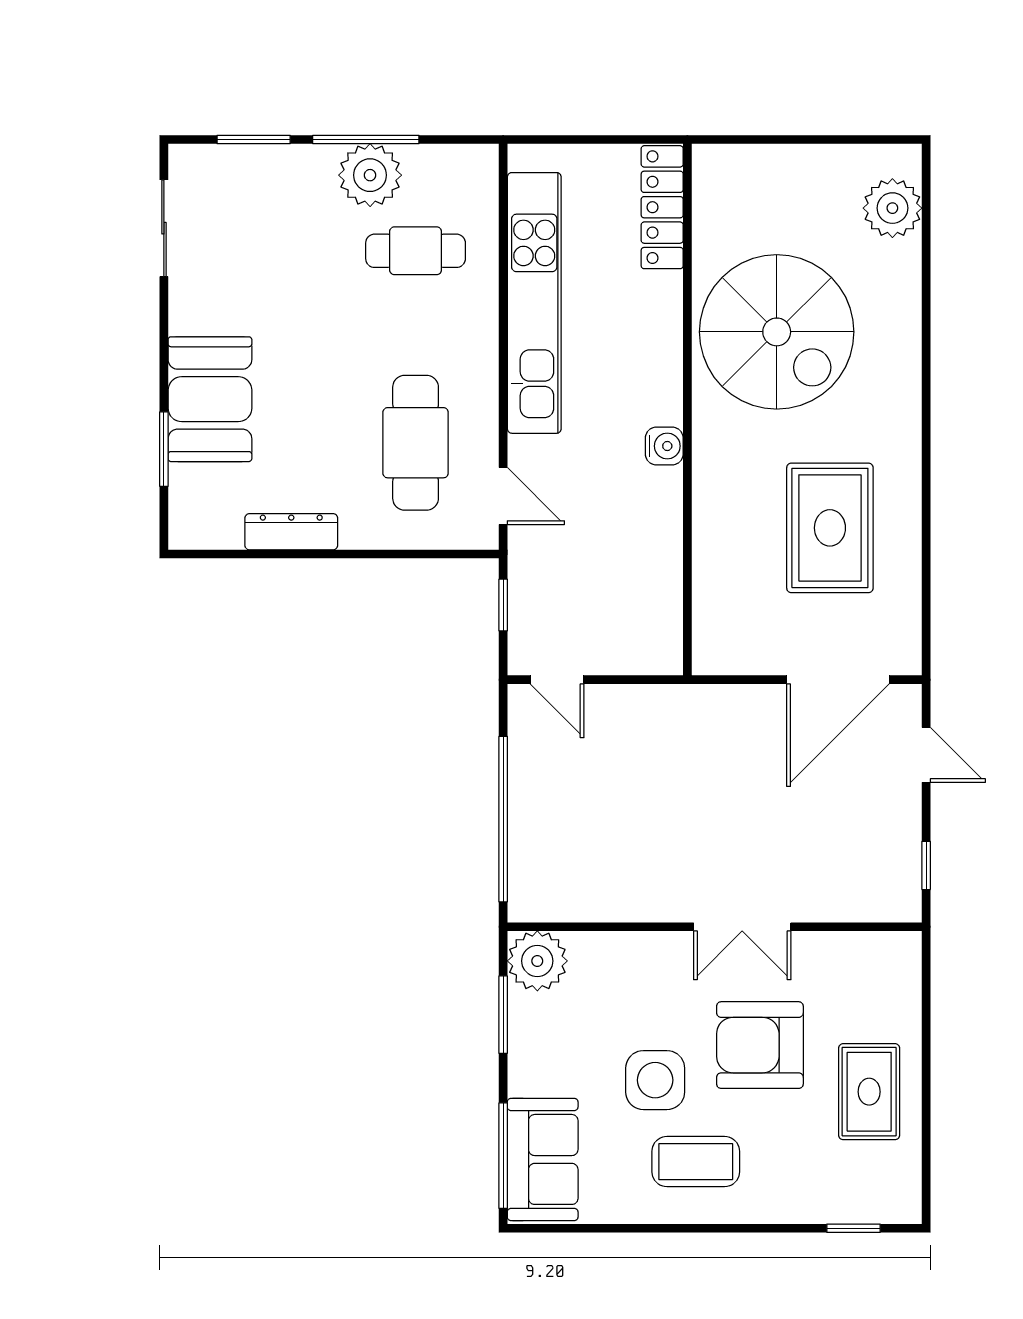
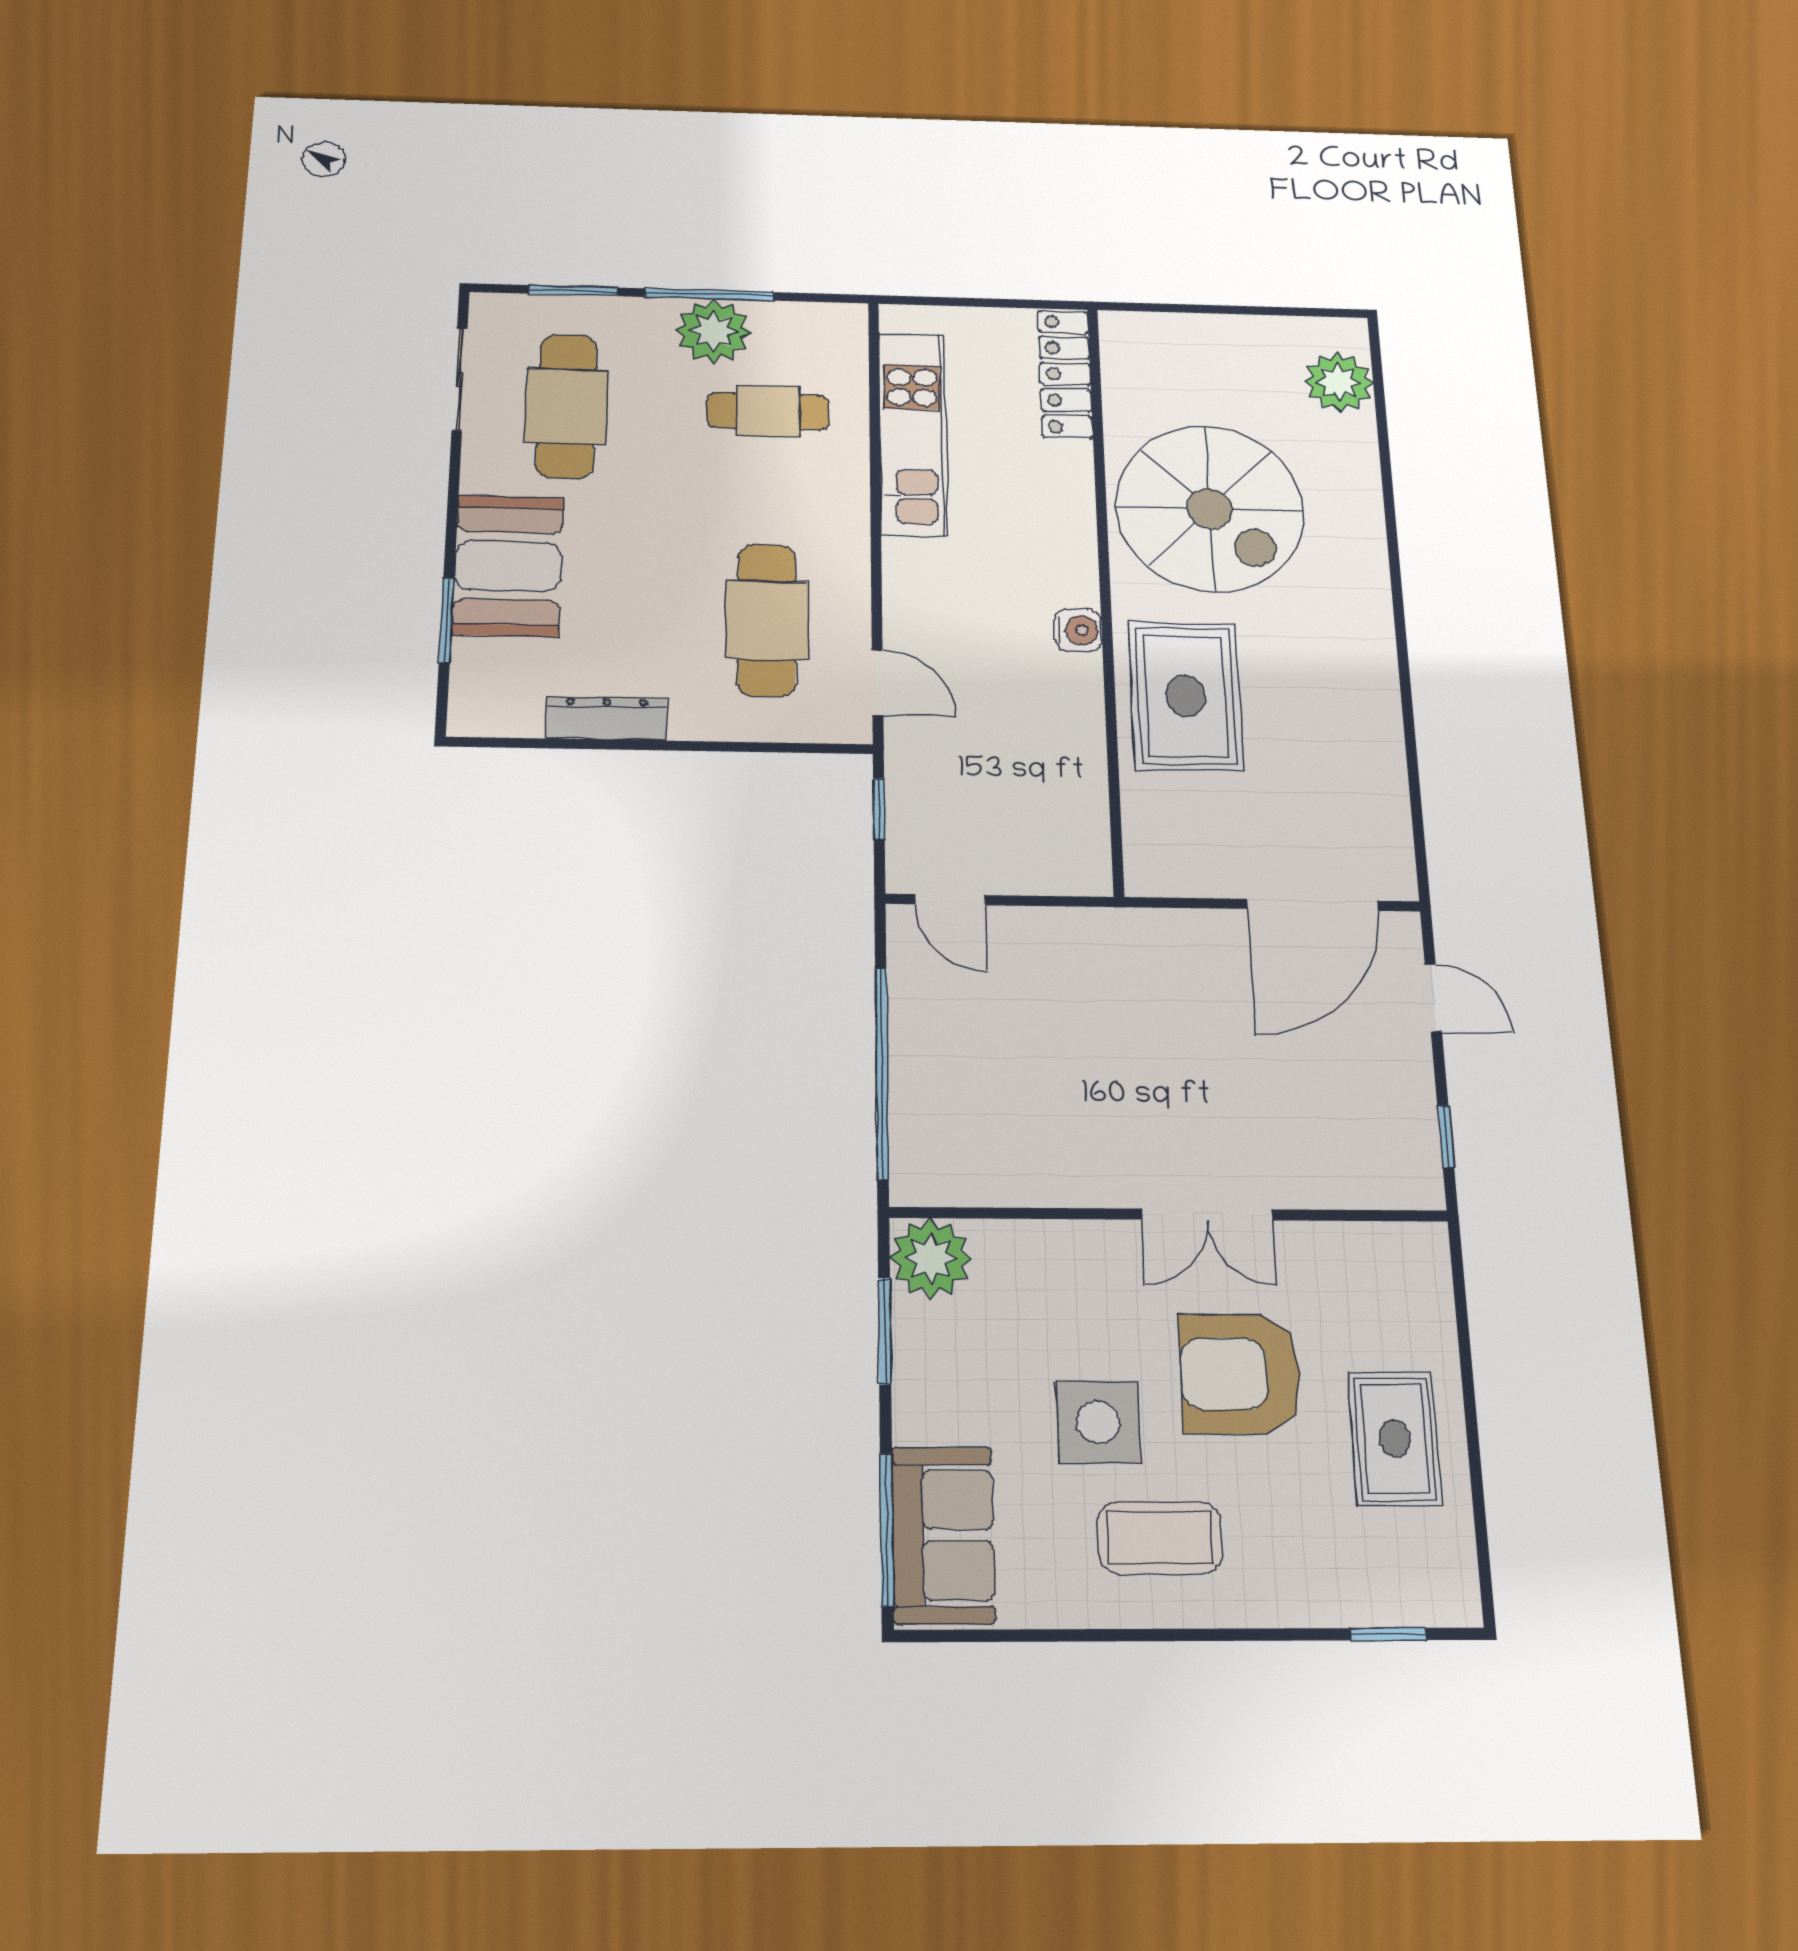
cafe table: (251, 251) -> (567, 406), added
kitchen unit: (534, 303) -> (913, 433), width x0.73
rug: (830, 528) -> (1186, 696), moved

